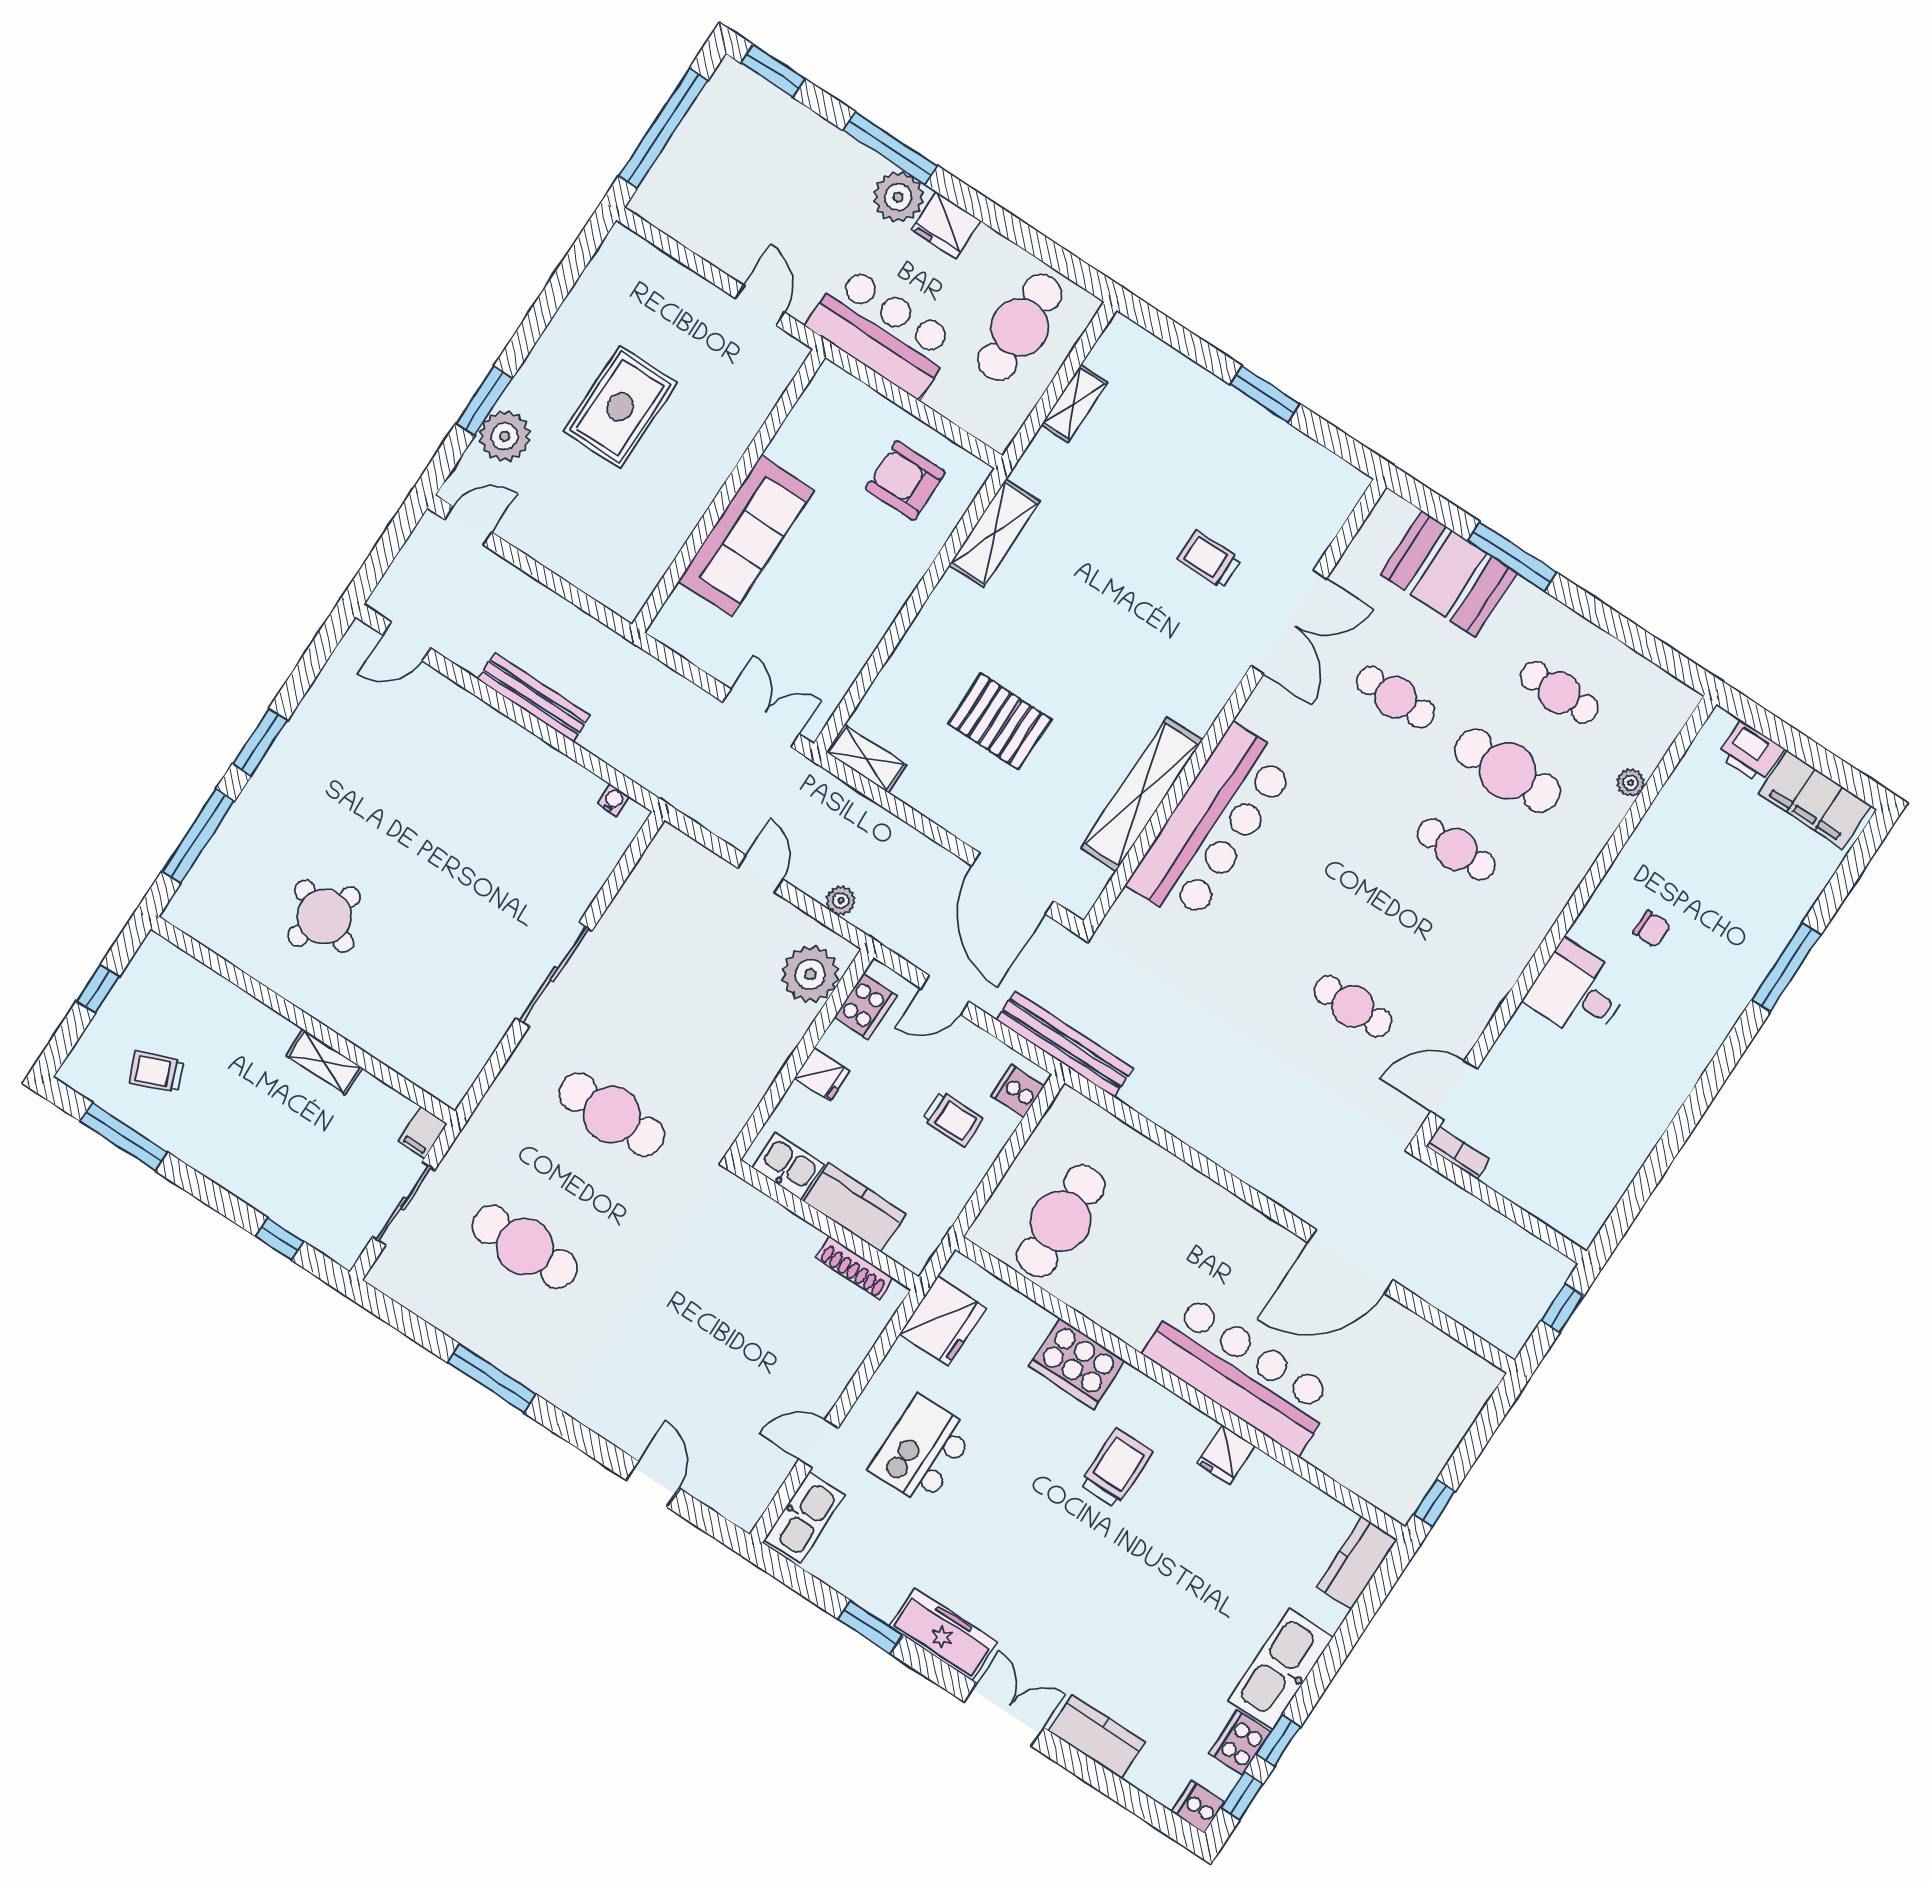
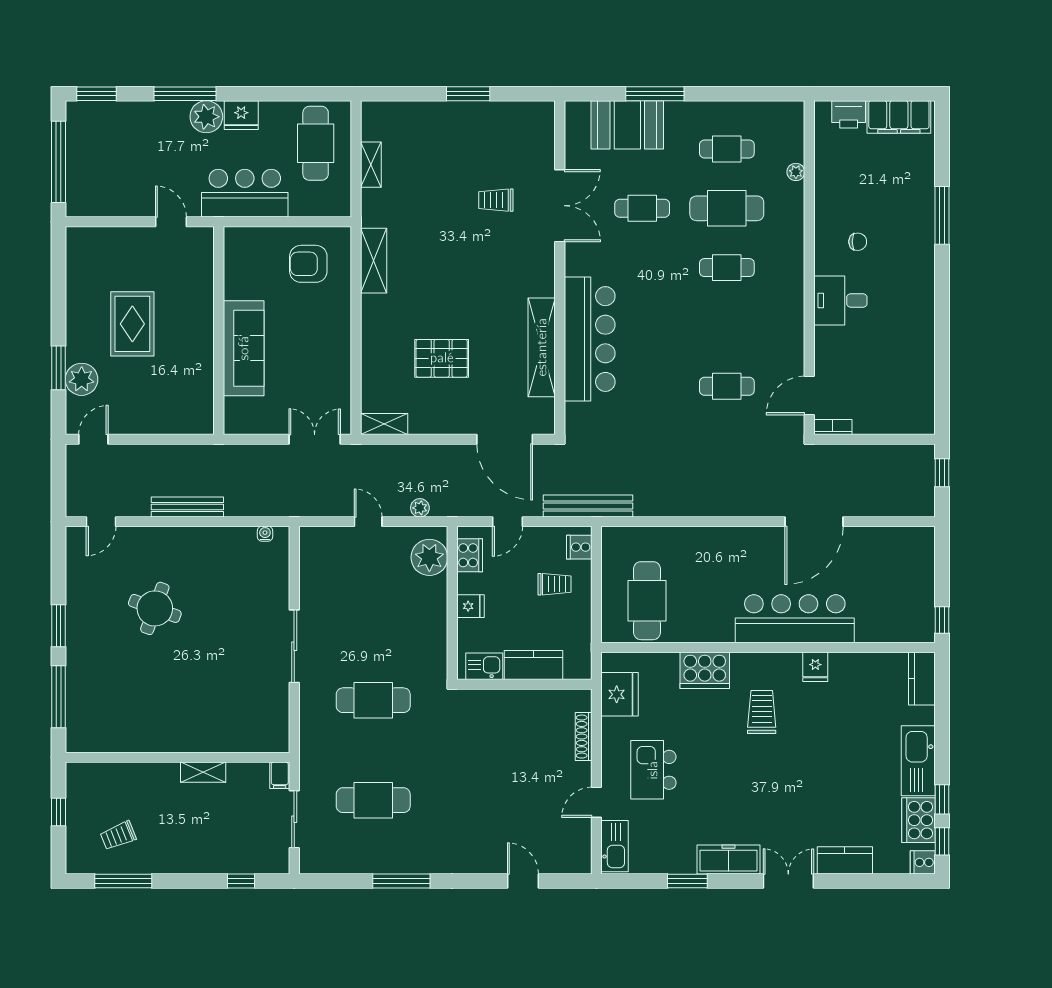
round table: (324, 916) -> (155, 608), moved
shoe rack: (855, 1268) -> (584, 737), moved, turned 90
cooker: (1240, 1743) -> (919, 820), width x1.37, depth x1.31

